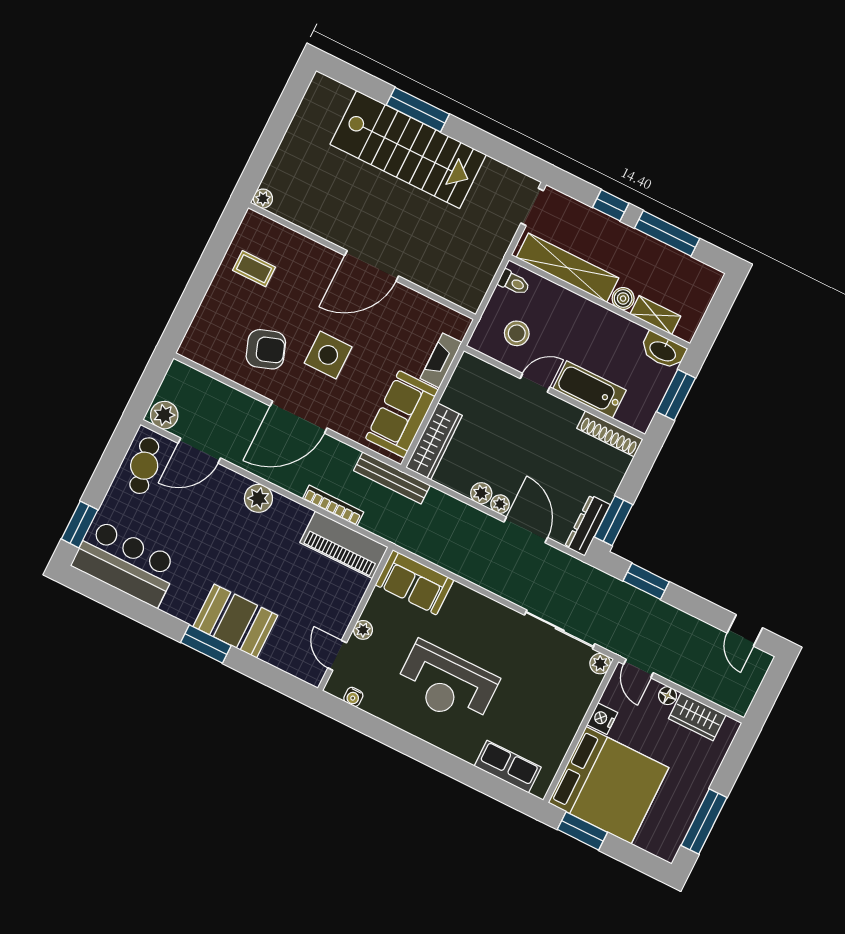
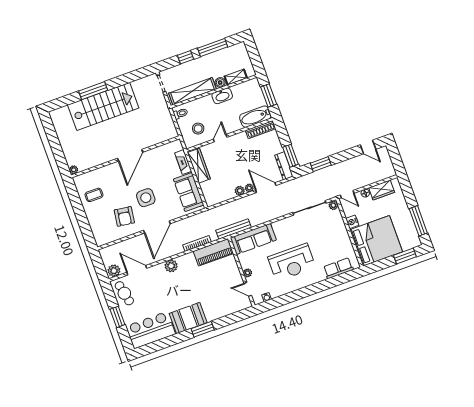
armchair: (266, 349) -> (124, 216), turned 117
washbasin: (663, 351) -> (222, 96), moved
bathtub: (589, 389) -> (255, 117), moved
wardrobe: (434, 441) -> (199, 166), moved
door: (199, 451) -> (137, 270), swing flipped
bench: (392, 478) -> (234, 229), moved
window: (80, 524) -> (117, 317), moved
sofa: (414, 582) -> (253, 239), width x1.36
booth: (235, 621) -> (188, 318), moved
window: (582, 831) -> (405, 256), moved

